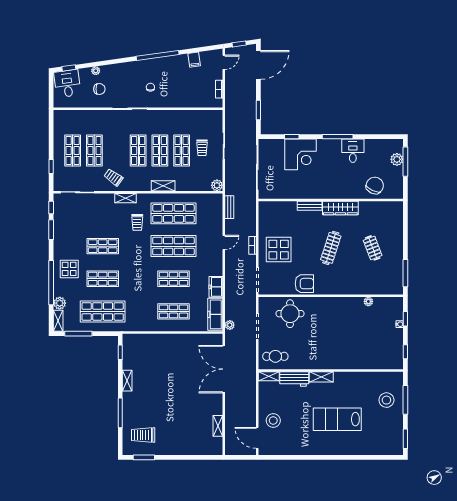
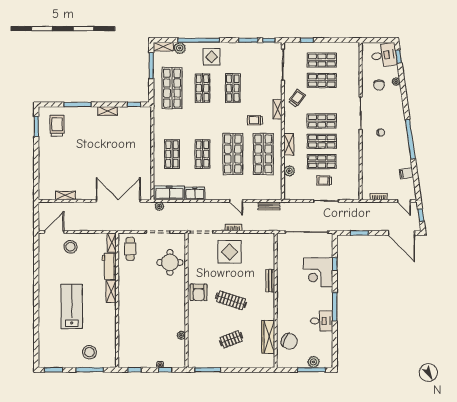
plant: (217, 185) -> (289, 171), moved
wardrobe: (340, 208) -> (268, 337), moved
armchair: (304, 284) -> (199, 292), moved

